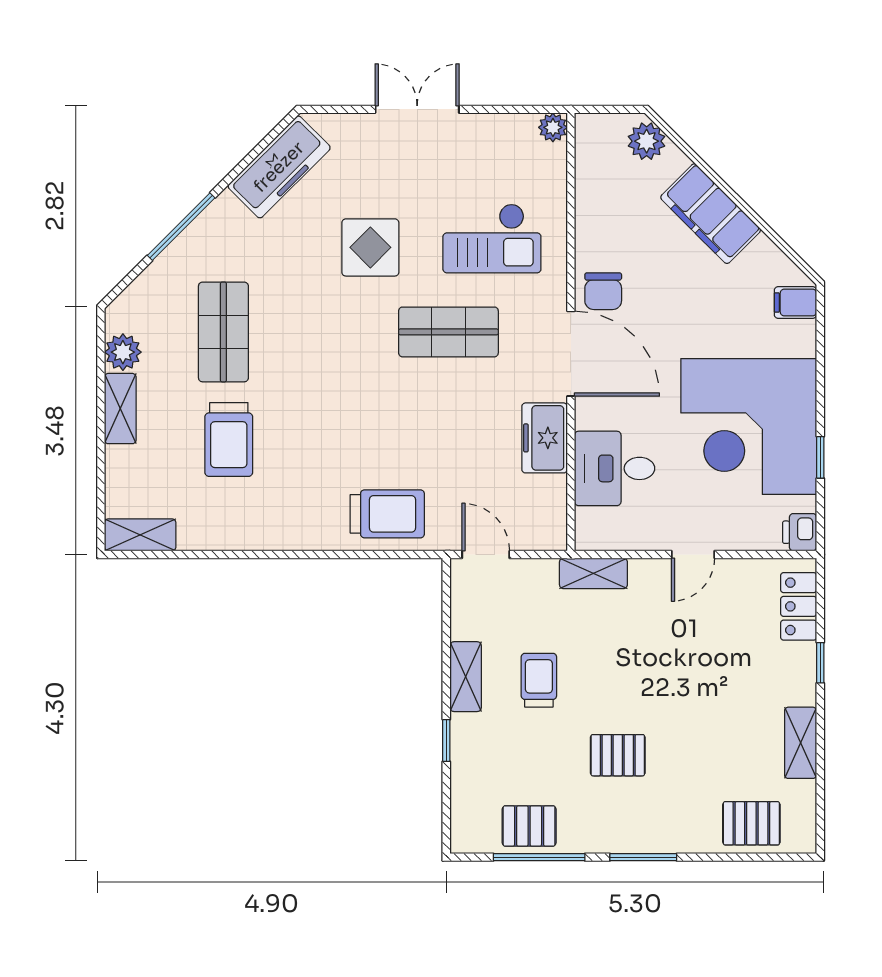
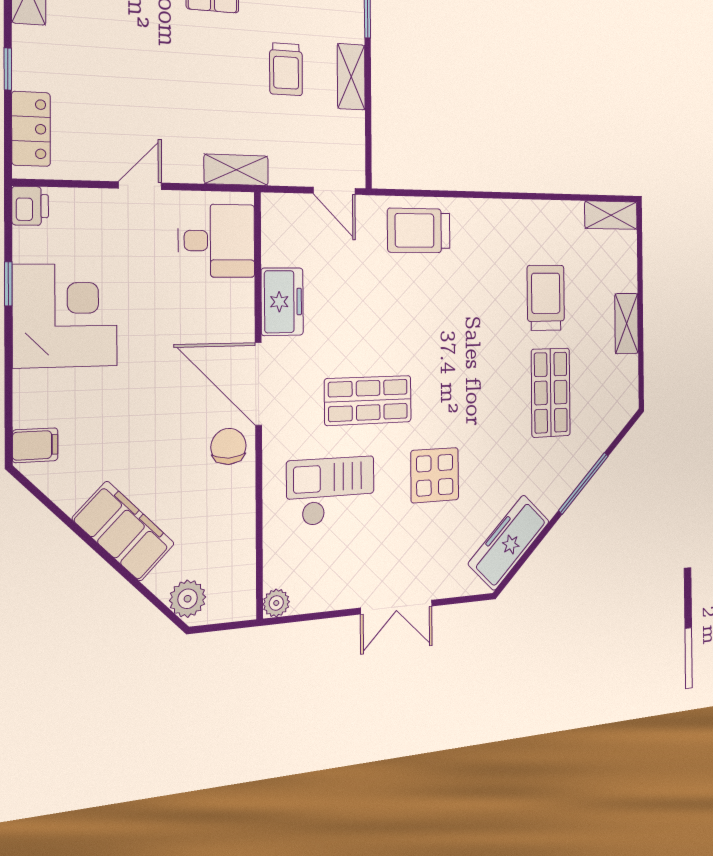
plant: (123, 352) -> (625, 372), removed
corner desk: (749, 426) -> (65, 316), width x0.74, depth x0.74
desk: (615, 468) -> (217, 241), moved

